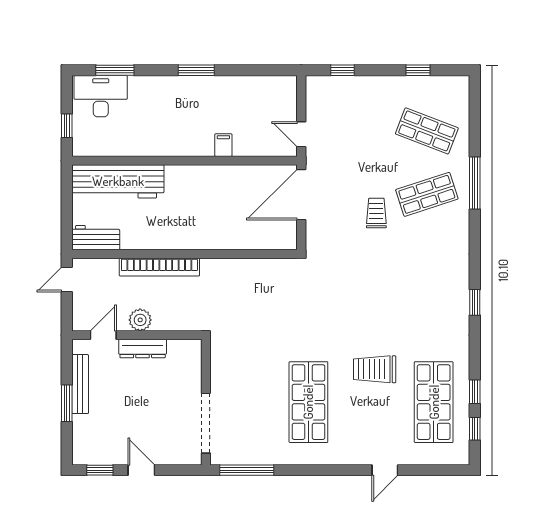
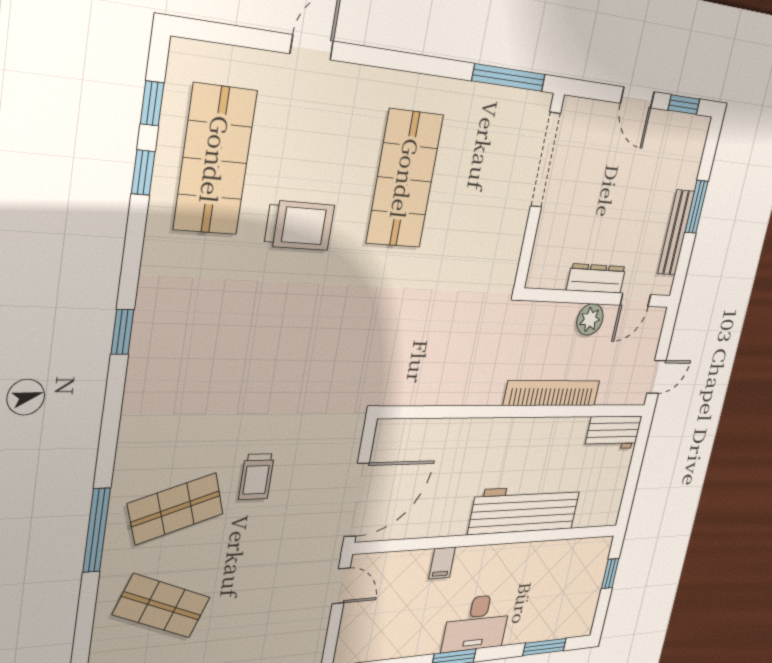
desk: (101, 96) -> (477, 623), moved
workbench: (118, 181) -> (525, 510), moved

